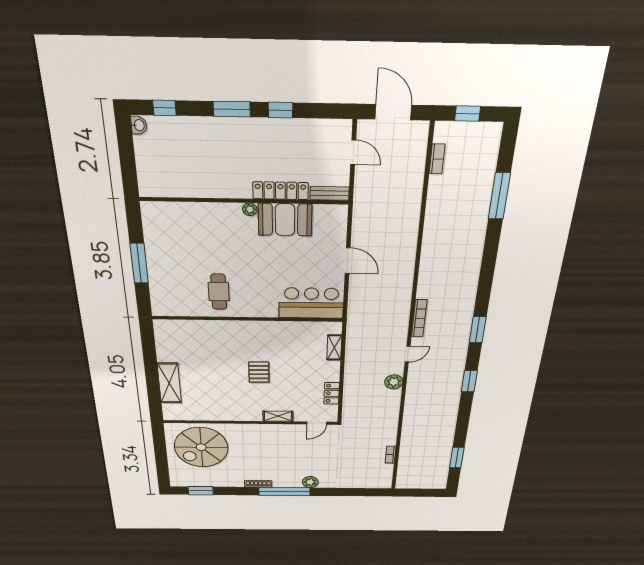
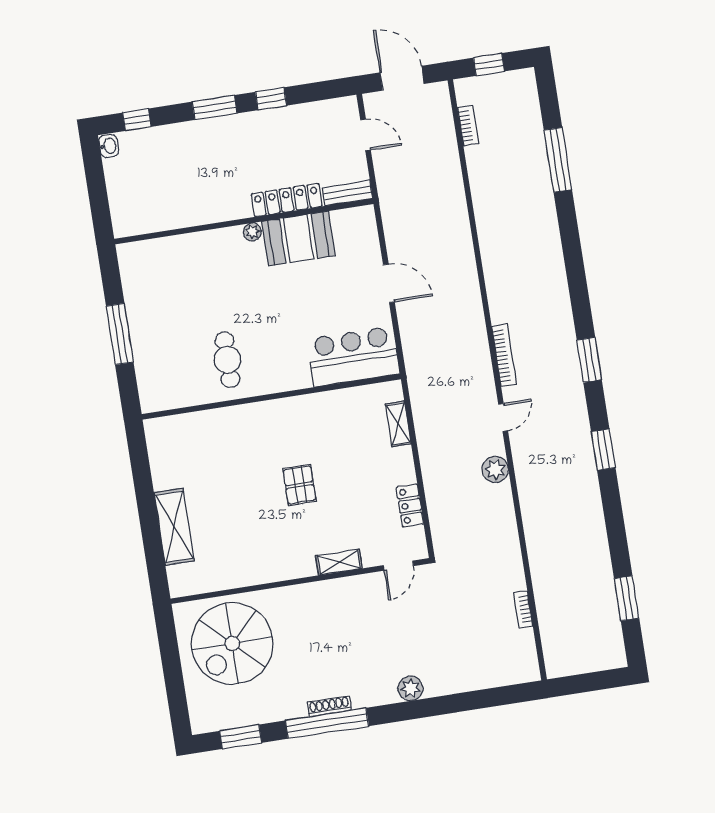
window: (284, 491) -> (327, 723), moved

